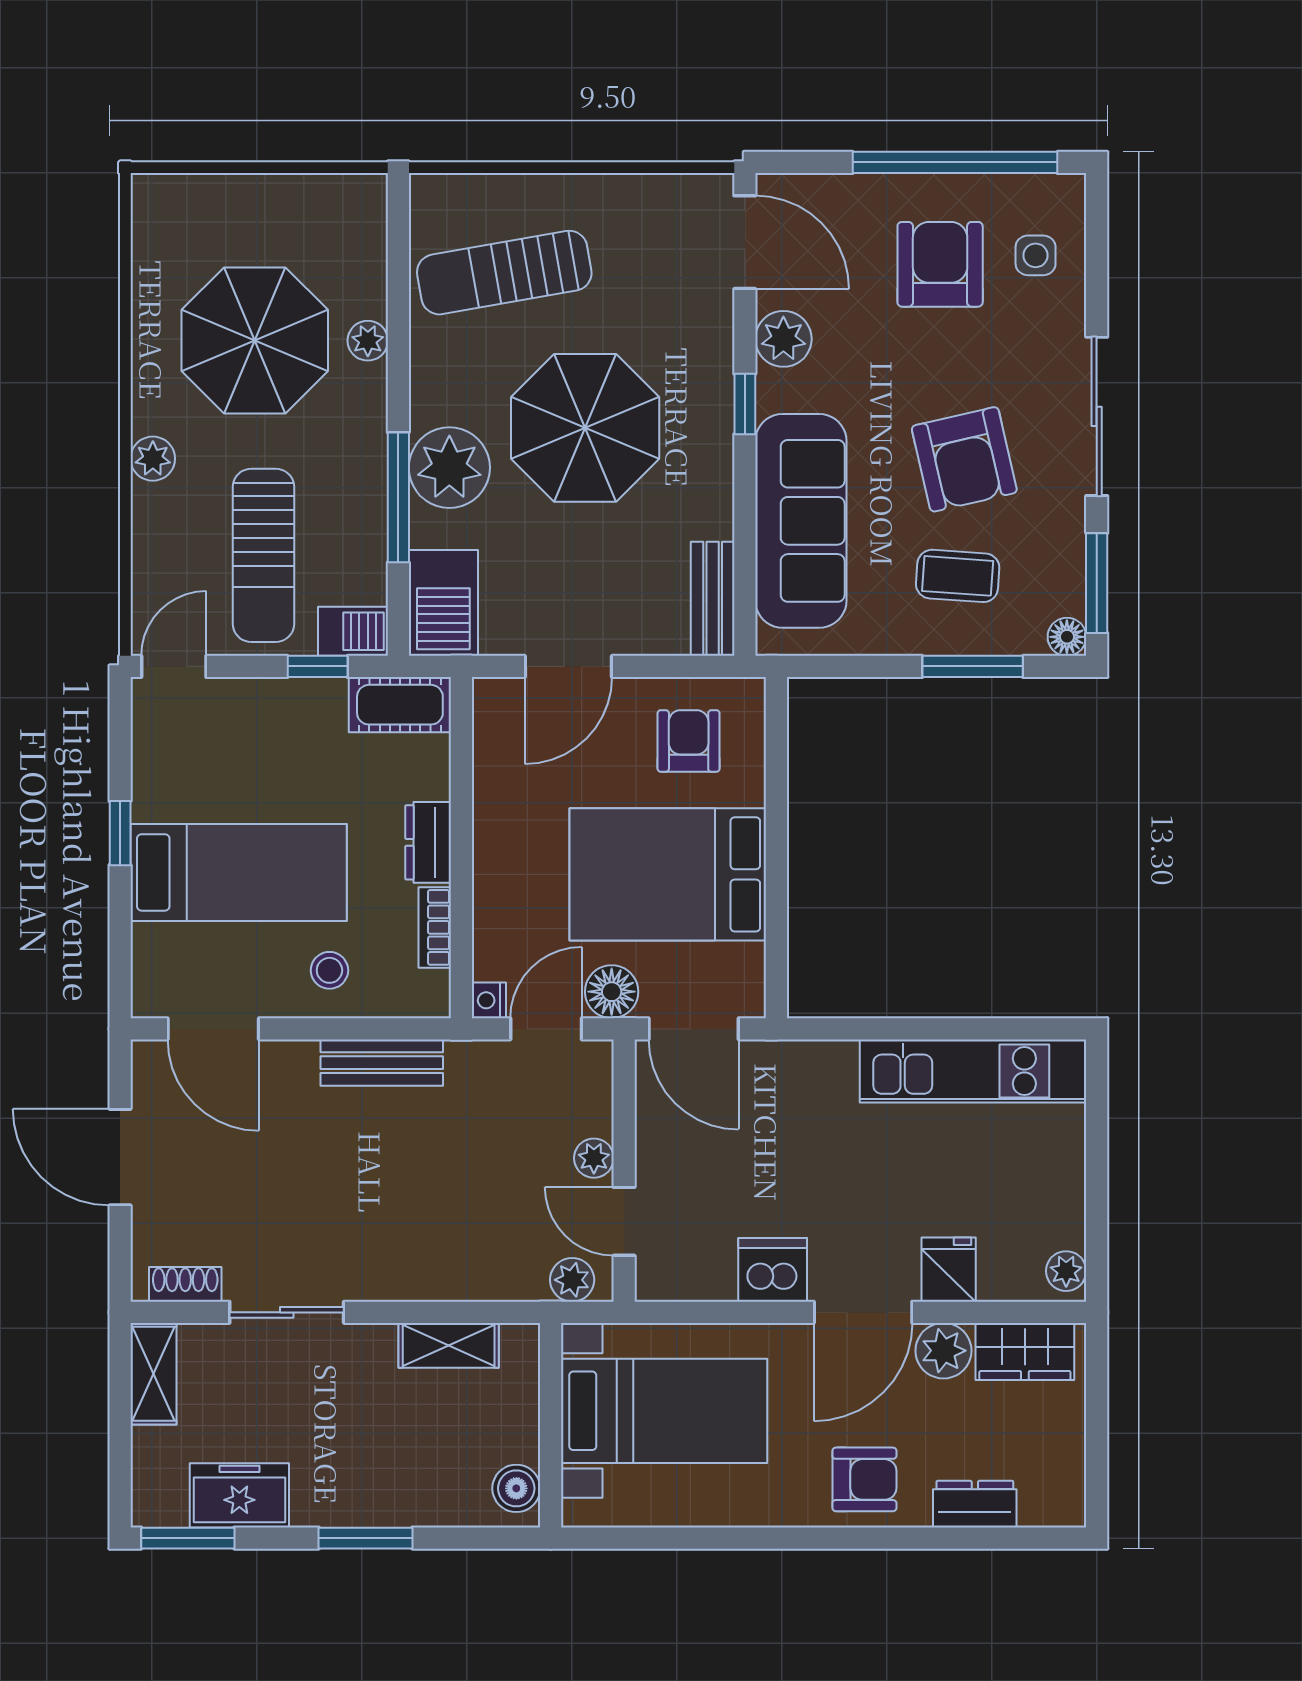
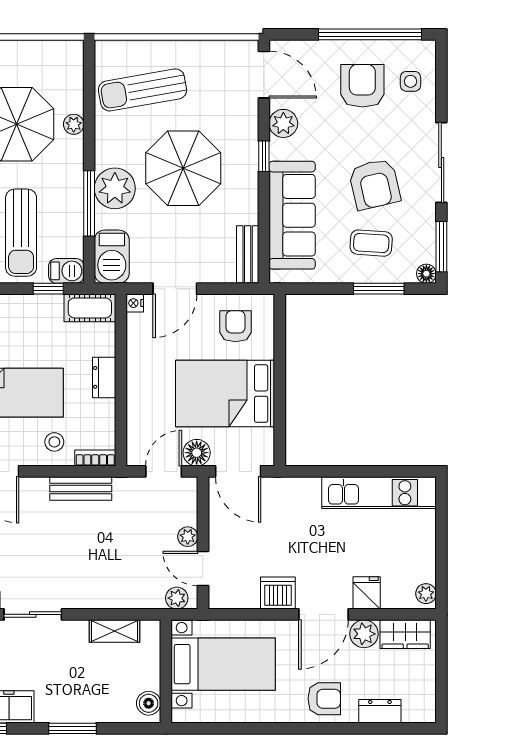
bookcase: (435, 927) -> (95, 458), moved, turned 90
nightstand: (489, 1000) -> (135, 303), moved

